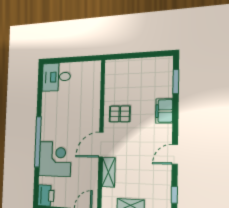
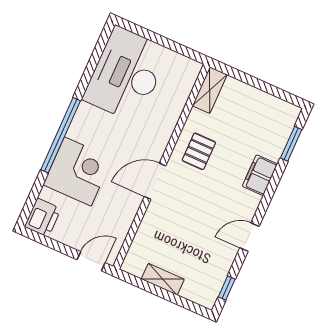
desk: (56, 77) -> (126, 74), width x1.87, depth x1.30
pallet: (120, 114) -> (199, 151), turned 90
shelving: (108, 172) -> (210, 90), moved

